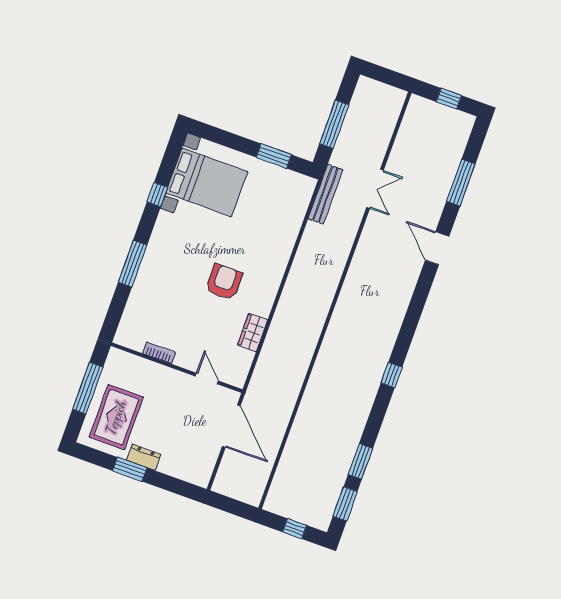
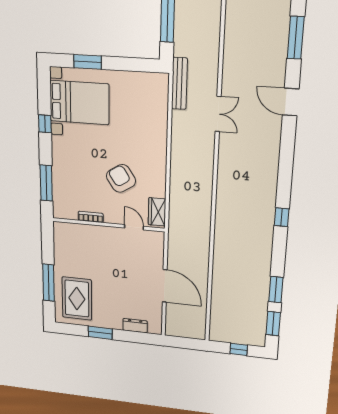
window: (274, 156) -> (88, 62), moved
double door: (375, 189) -> (218, 114), moved
armchair: (224, 282) -> (121, 178), turned -33
bookcase: (159, 353) -> (91, 217), moved
wall: (177, 368) -> (108, 225), moved
door: (207, 378) -> (134, 227), moved
dresser: (144, 457) -> (135, 326), moved

